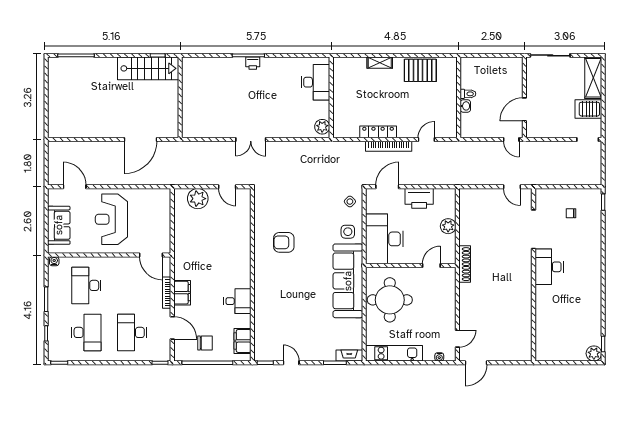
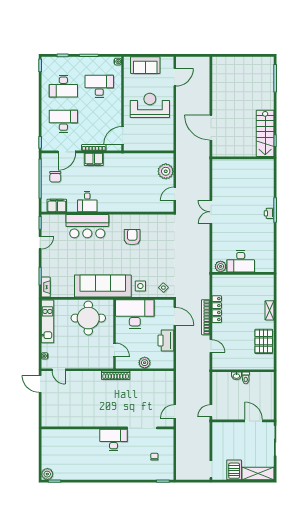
desk: (316, 82) -> (241, 261), moved
door: (524, 109) -> (254, 421), moved
bar counter: (269, 301) -> (87, 226), added

